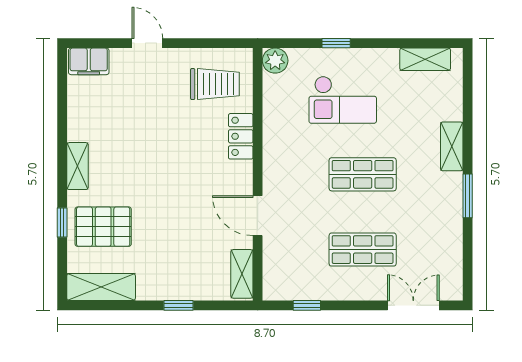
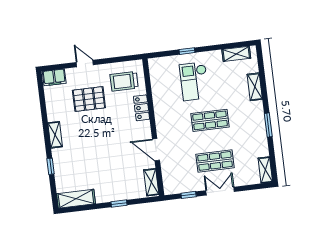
plant: (275, 61) -> (155, 65), removed
trolley: (215, 84) -> (124, 81), turned 180
checkout: (343, 100) -> (194, 81), turned 90
shelving: (452, 146) -> (255, 87), moved
pallet: (103, 227) -> (89, 99), moved
shelving: (452, 277) -> (265, 170), added
double door: (413, 305) -> (220, 191), moved

